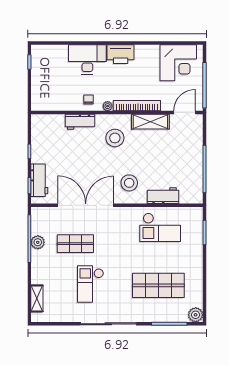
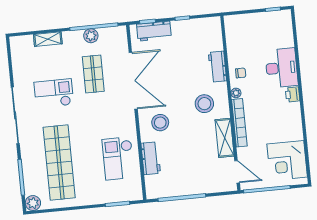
printer: (121, 54) -> (293, 94), width x0.53, depth x0.68
shop shelf: (158, 285) -> (59, 163), width x1.40
shelving: (37, 298) -> (48, 39), moved

